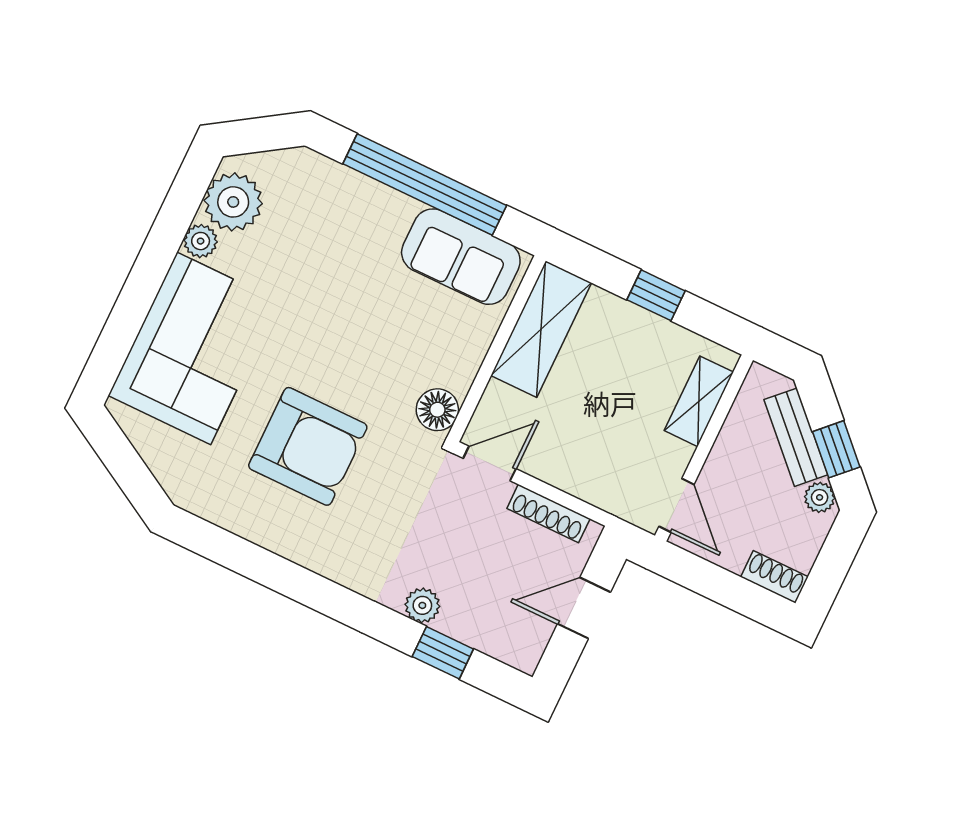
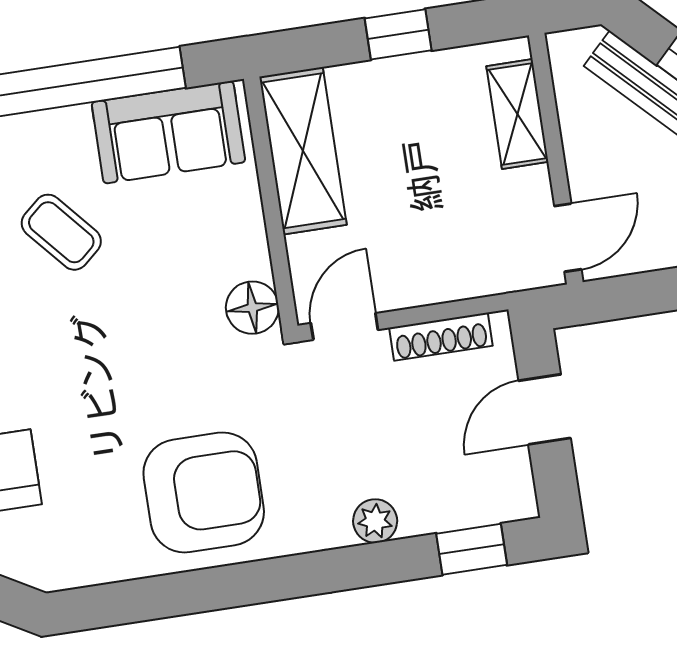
coffee table: (345, 274) -> (61, 232), added
armchair: (308, 446) -> (204, 492), moved
door: (676, 505) -> (568, 238), hinge flipped
window: (443, 653) -> (472, 549), moved

